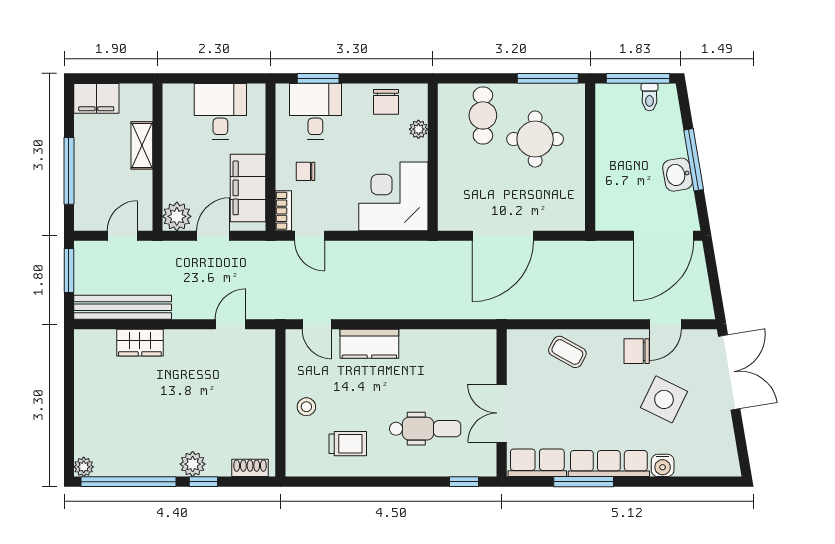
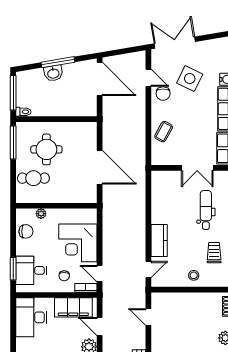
toilet: (649, 97) -> (23, 112), moved
desk: (220, 111) -> (31, 317), width x1.37
washbasin: (678, 175) -> (53, 73), moved
corner desk: (393, 196) -> (78, 243), moved
door: (309, 236) -> (100, 274), swing flipped

